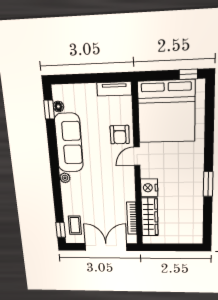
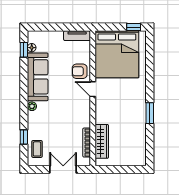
armchair: (120, 135) -> (80, 71), turned 90
door: (137, 156) -> (93, 89), hinge flipped
nightstand: (149, 188) -> (102, 116), removed
window: (61, 230) -> (24, 137), moved
double door: (106, 247) -> (63, 169), width x0.73

